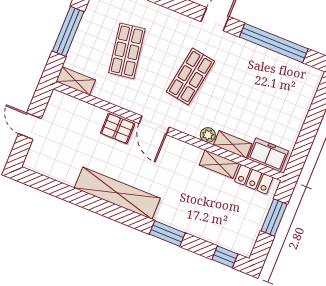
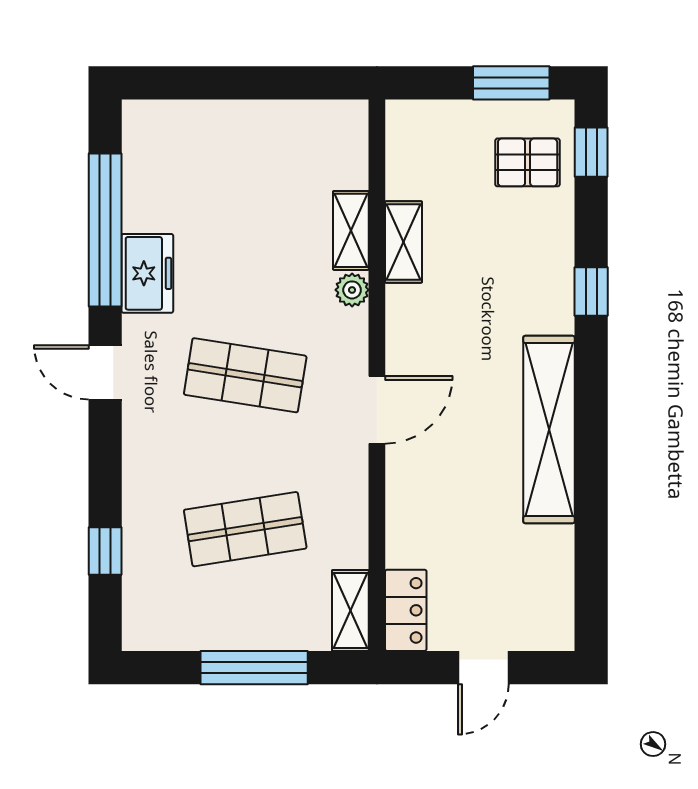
pallet: (118, 129) -> (528, 162), moved, turned 90
freezer: (268, 155) -> (147, 273), moved, turned 180
locker: (254, 179) -> (406, 610), moved
window: (274, 218) -> (511, 83), moved
window: (167, 233) -> (591, 291), width x0.67

